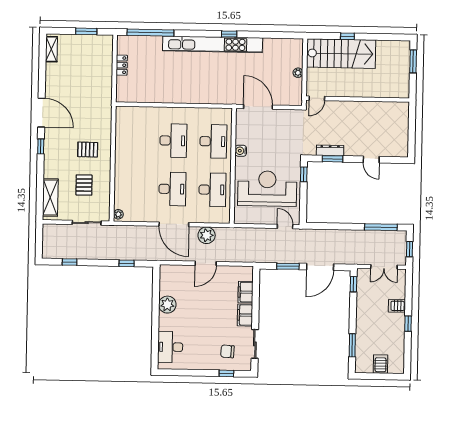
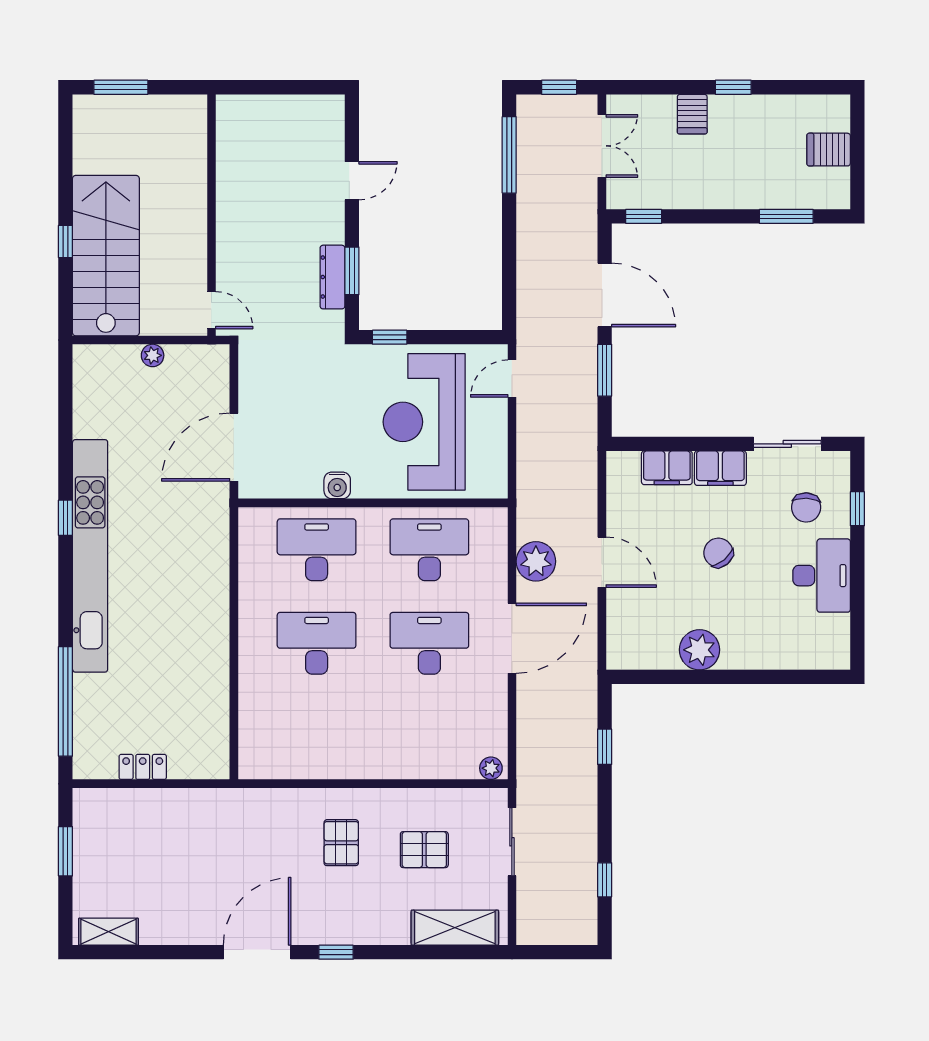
chair: (209, 313) -> (718, 553), added
desk: (170, 347) -> (822, 576), moved, turned -90

